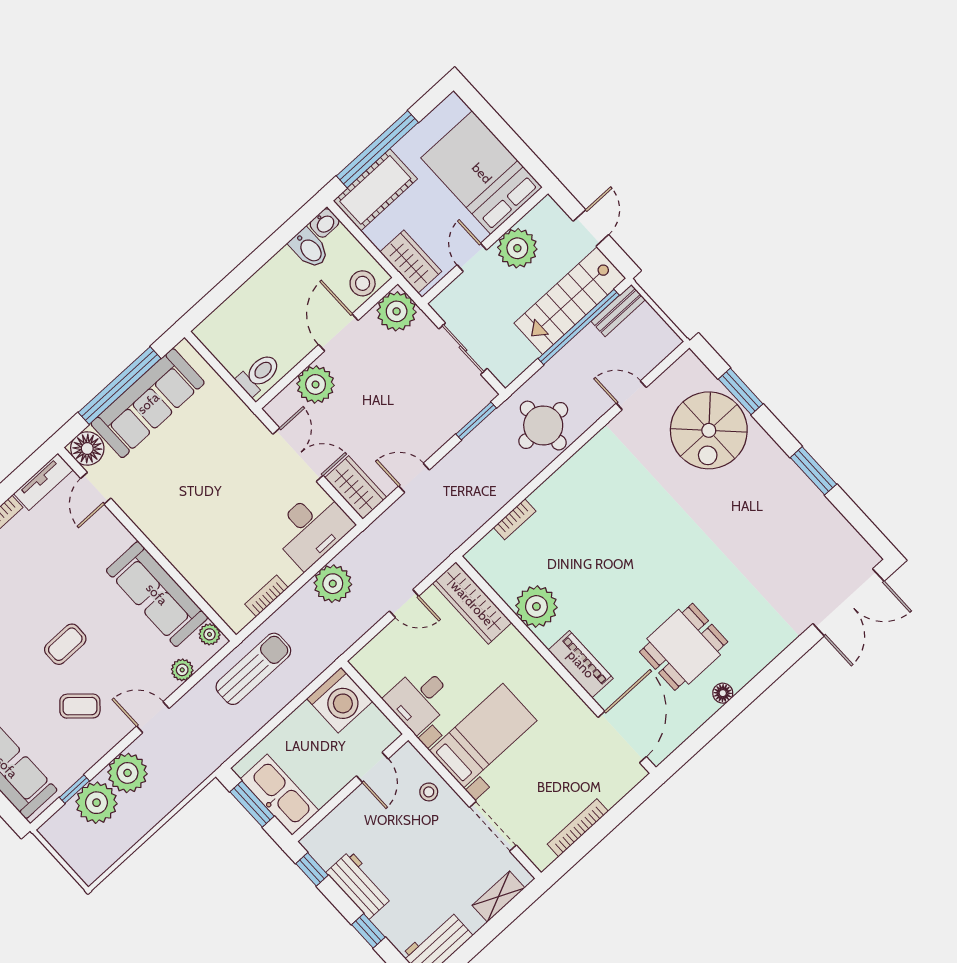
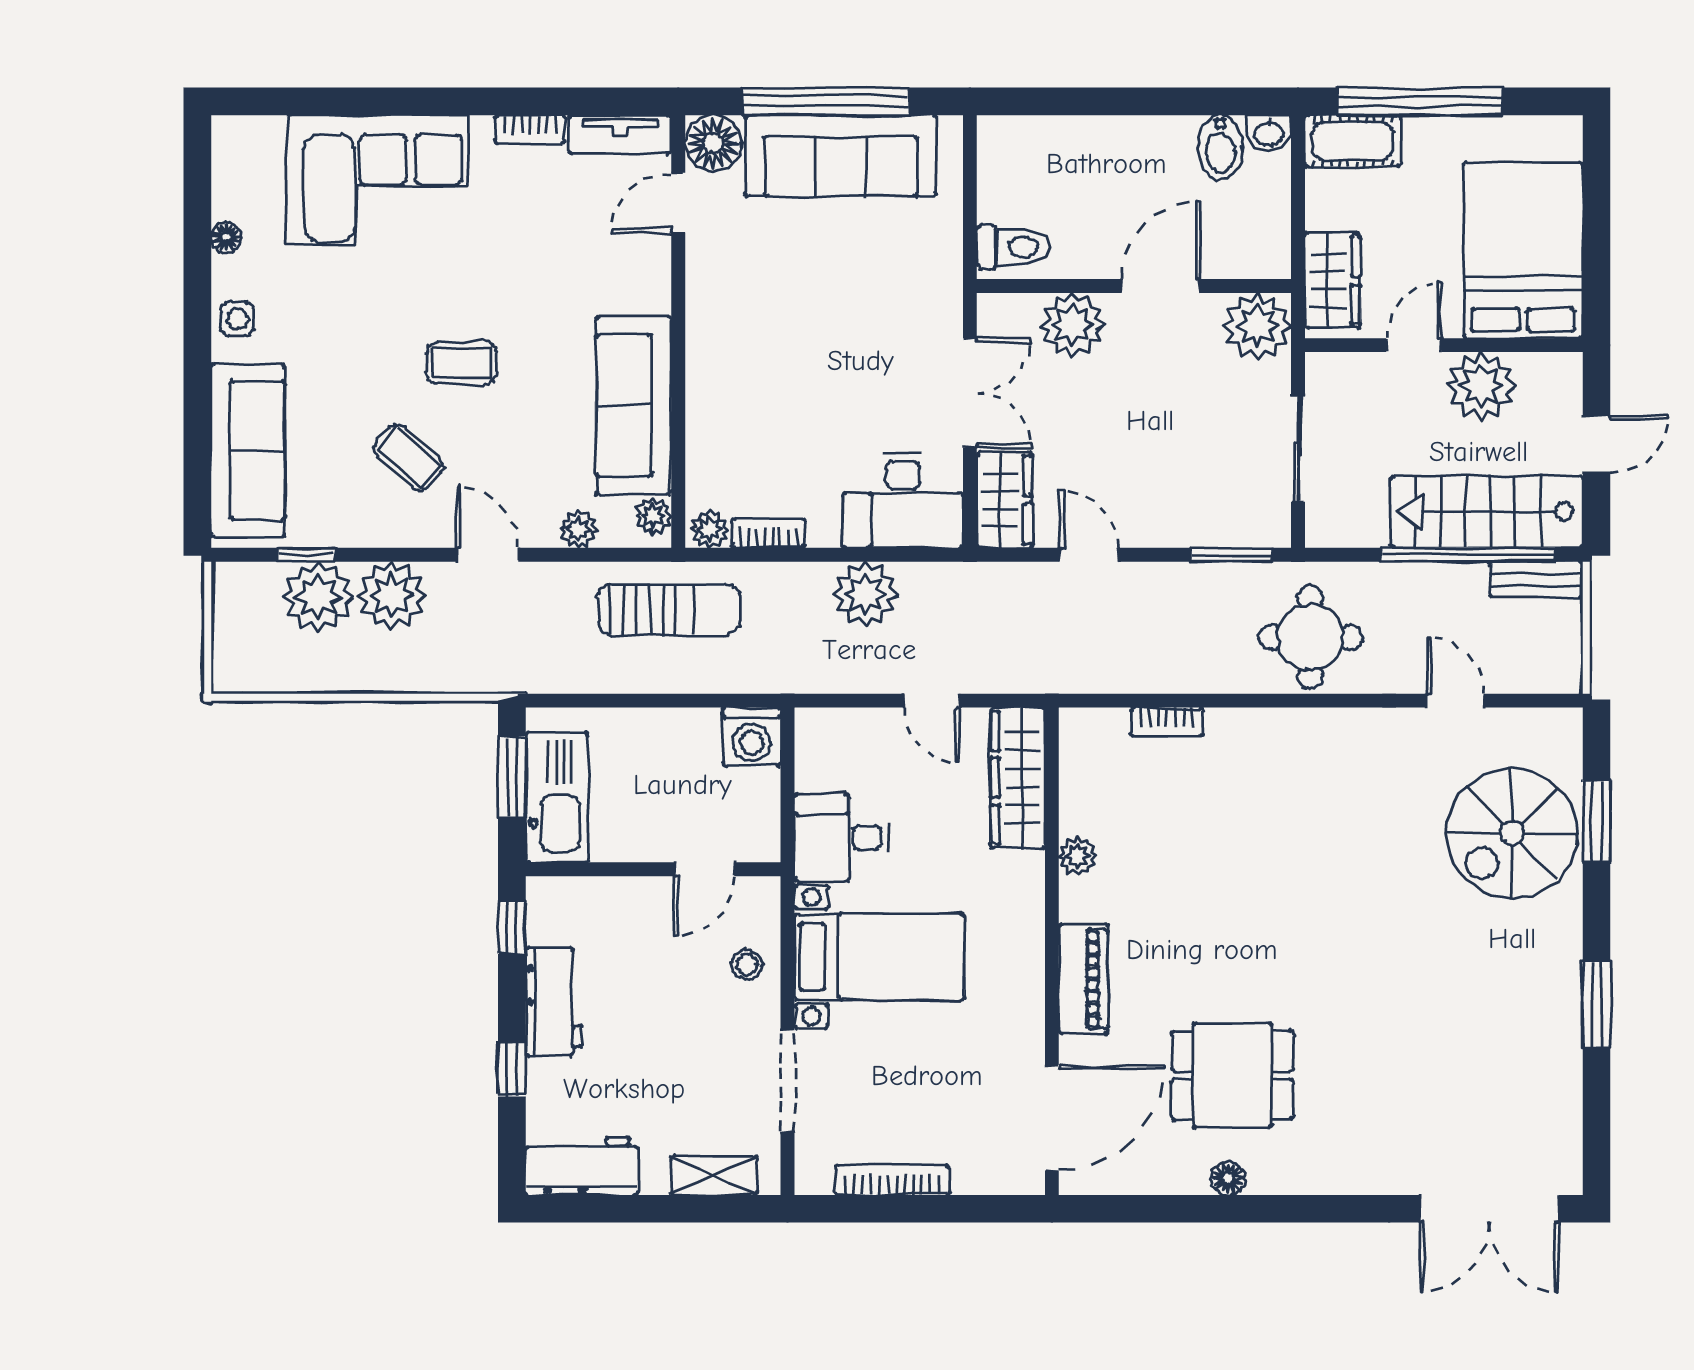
cot: (375, 190) -> (1353, 141), width x0.73, depth x0.75
stool: (363, 283) -> (1247, 252), removed
plant: (536, 606) -> (1078, 856), width x0.53, depth x0.53
plant: (239, 618) -> (709, 529), added
washing machine: (340, 700) -> (752, 737), width x0.73, depth x0.73

